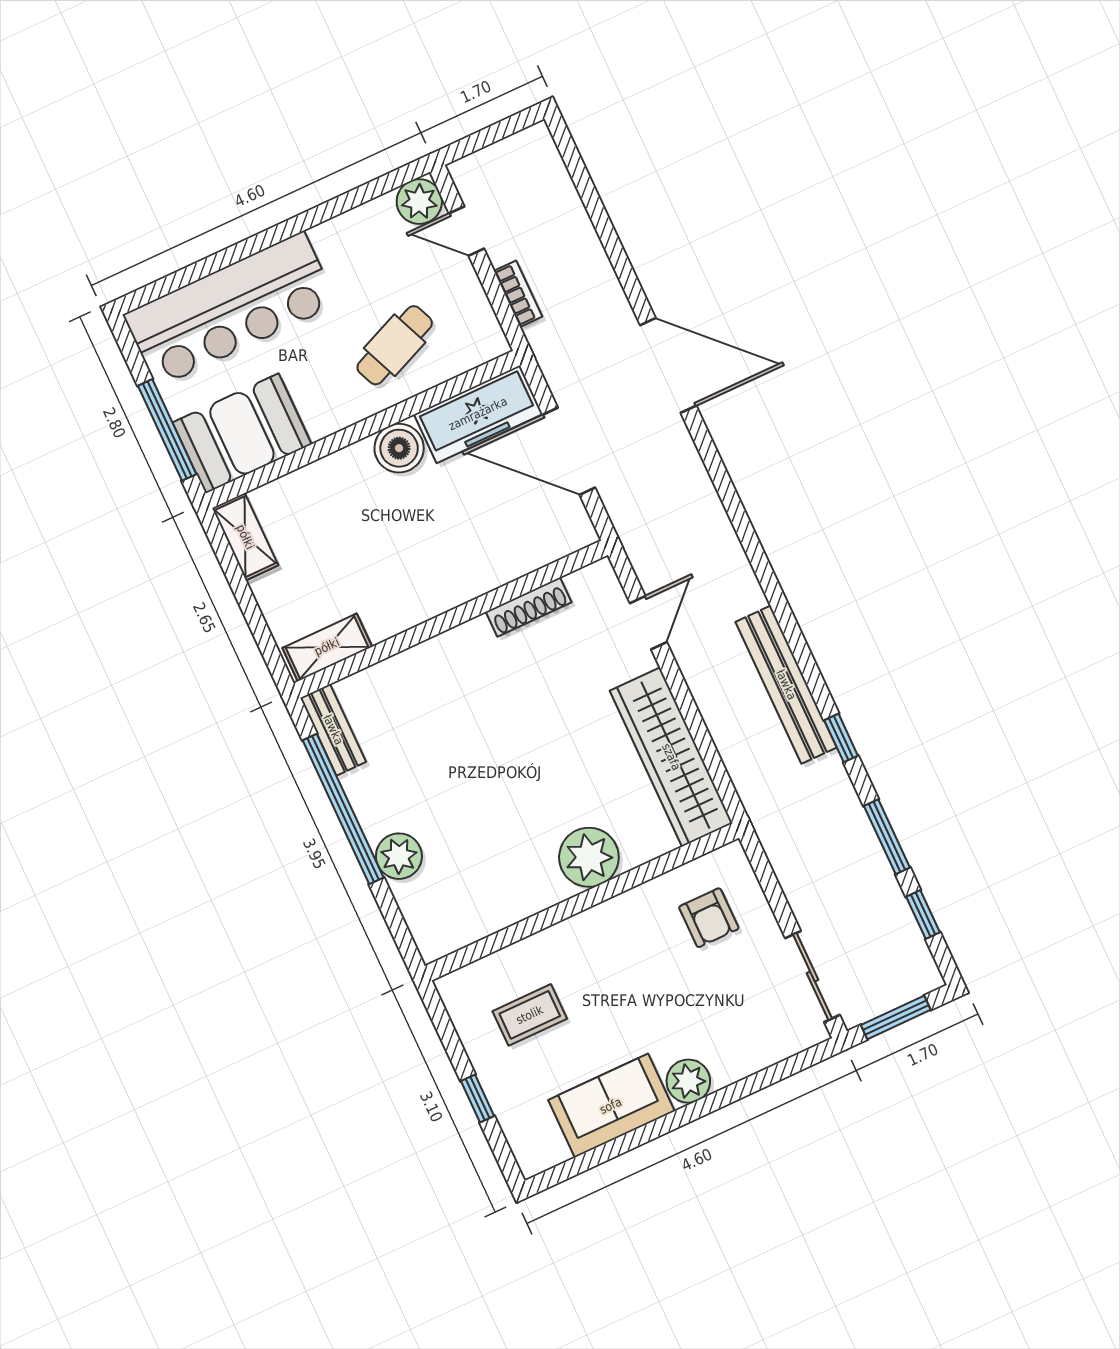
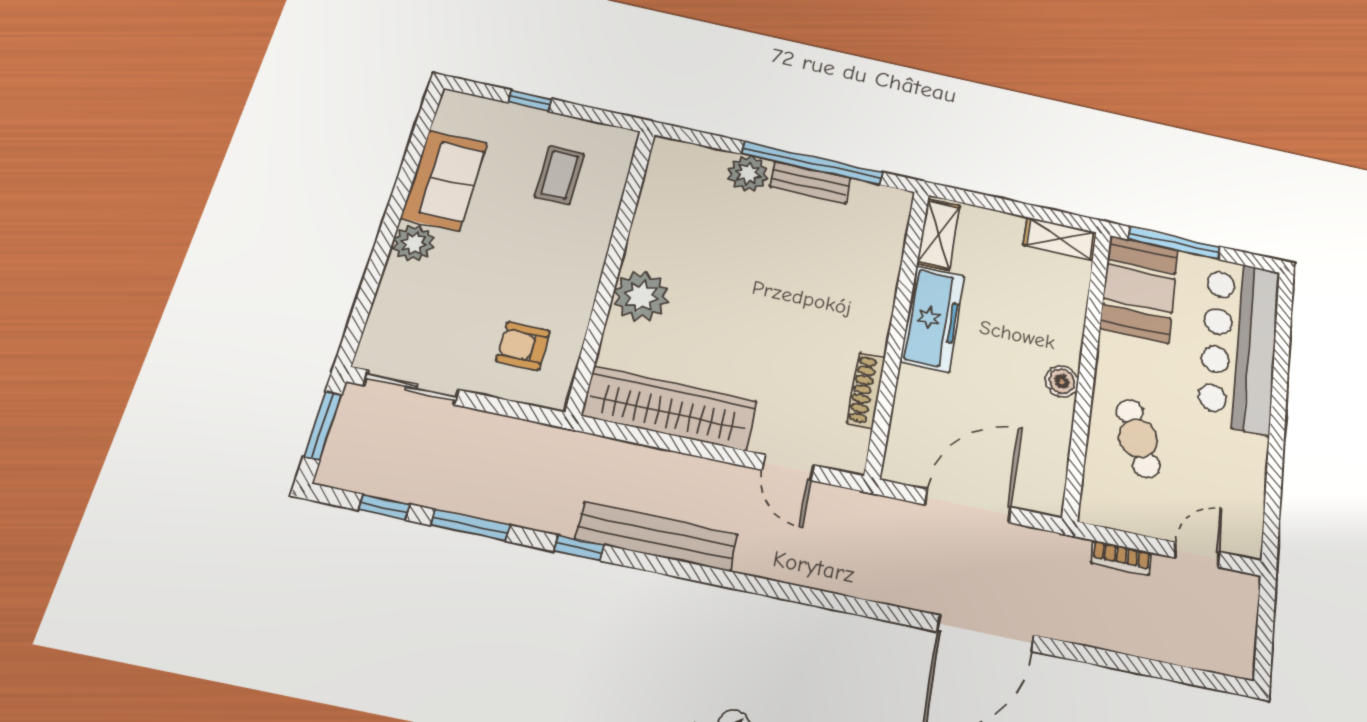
plant: (419, 202) -> (1242, 536), removed
freezer: (478, 414) -> (932, 319), moved, turned 180
boiler: (399, 448) -> (1062, 382), width x0.73, depth x0.73
bench: (333, 730) -> (810, 182), moved

